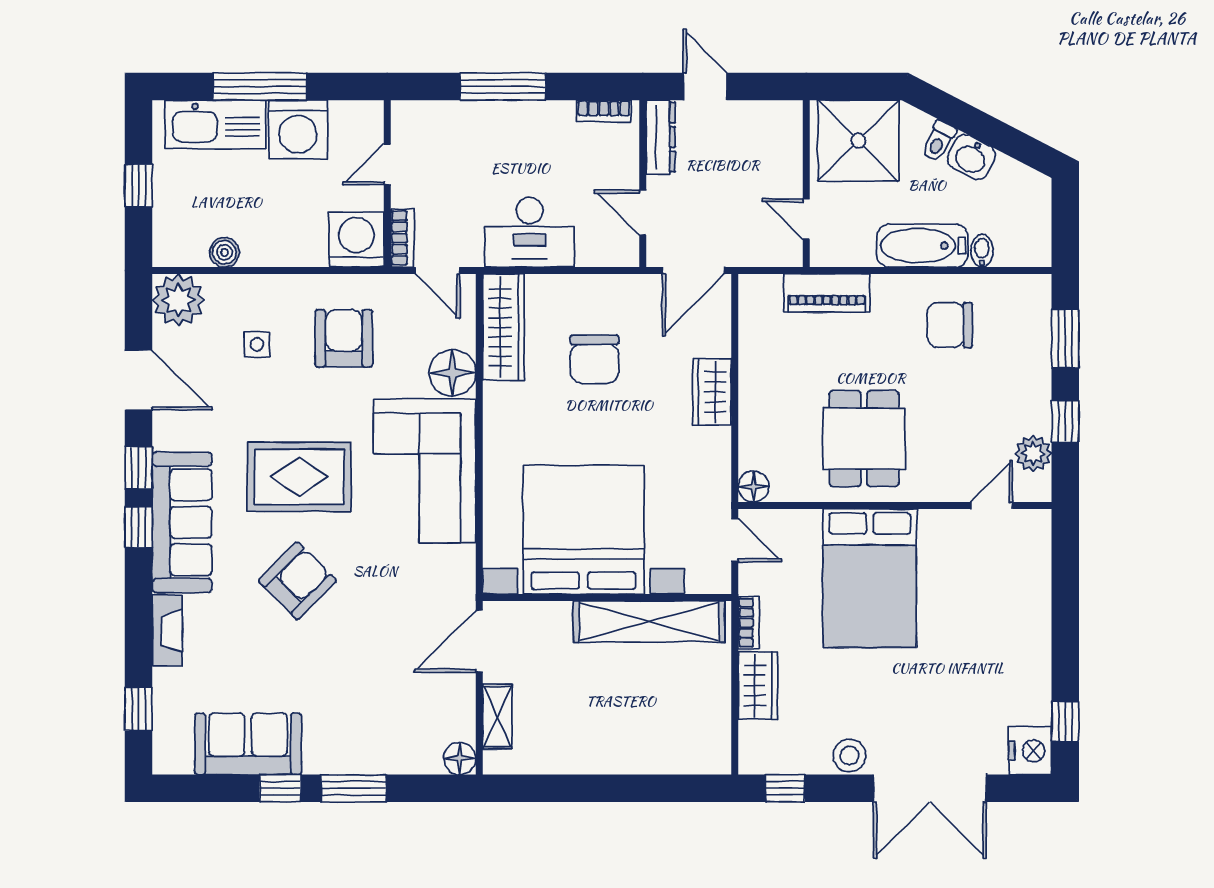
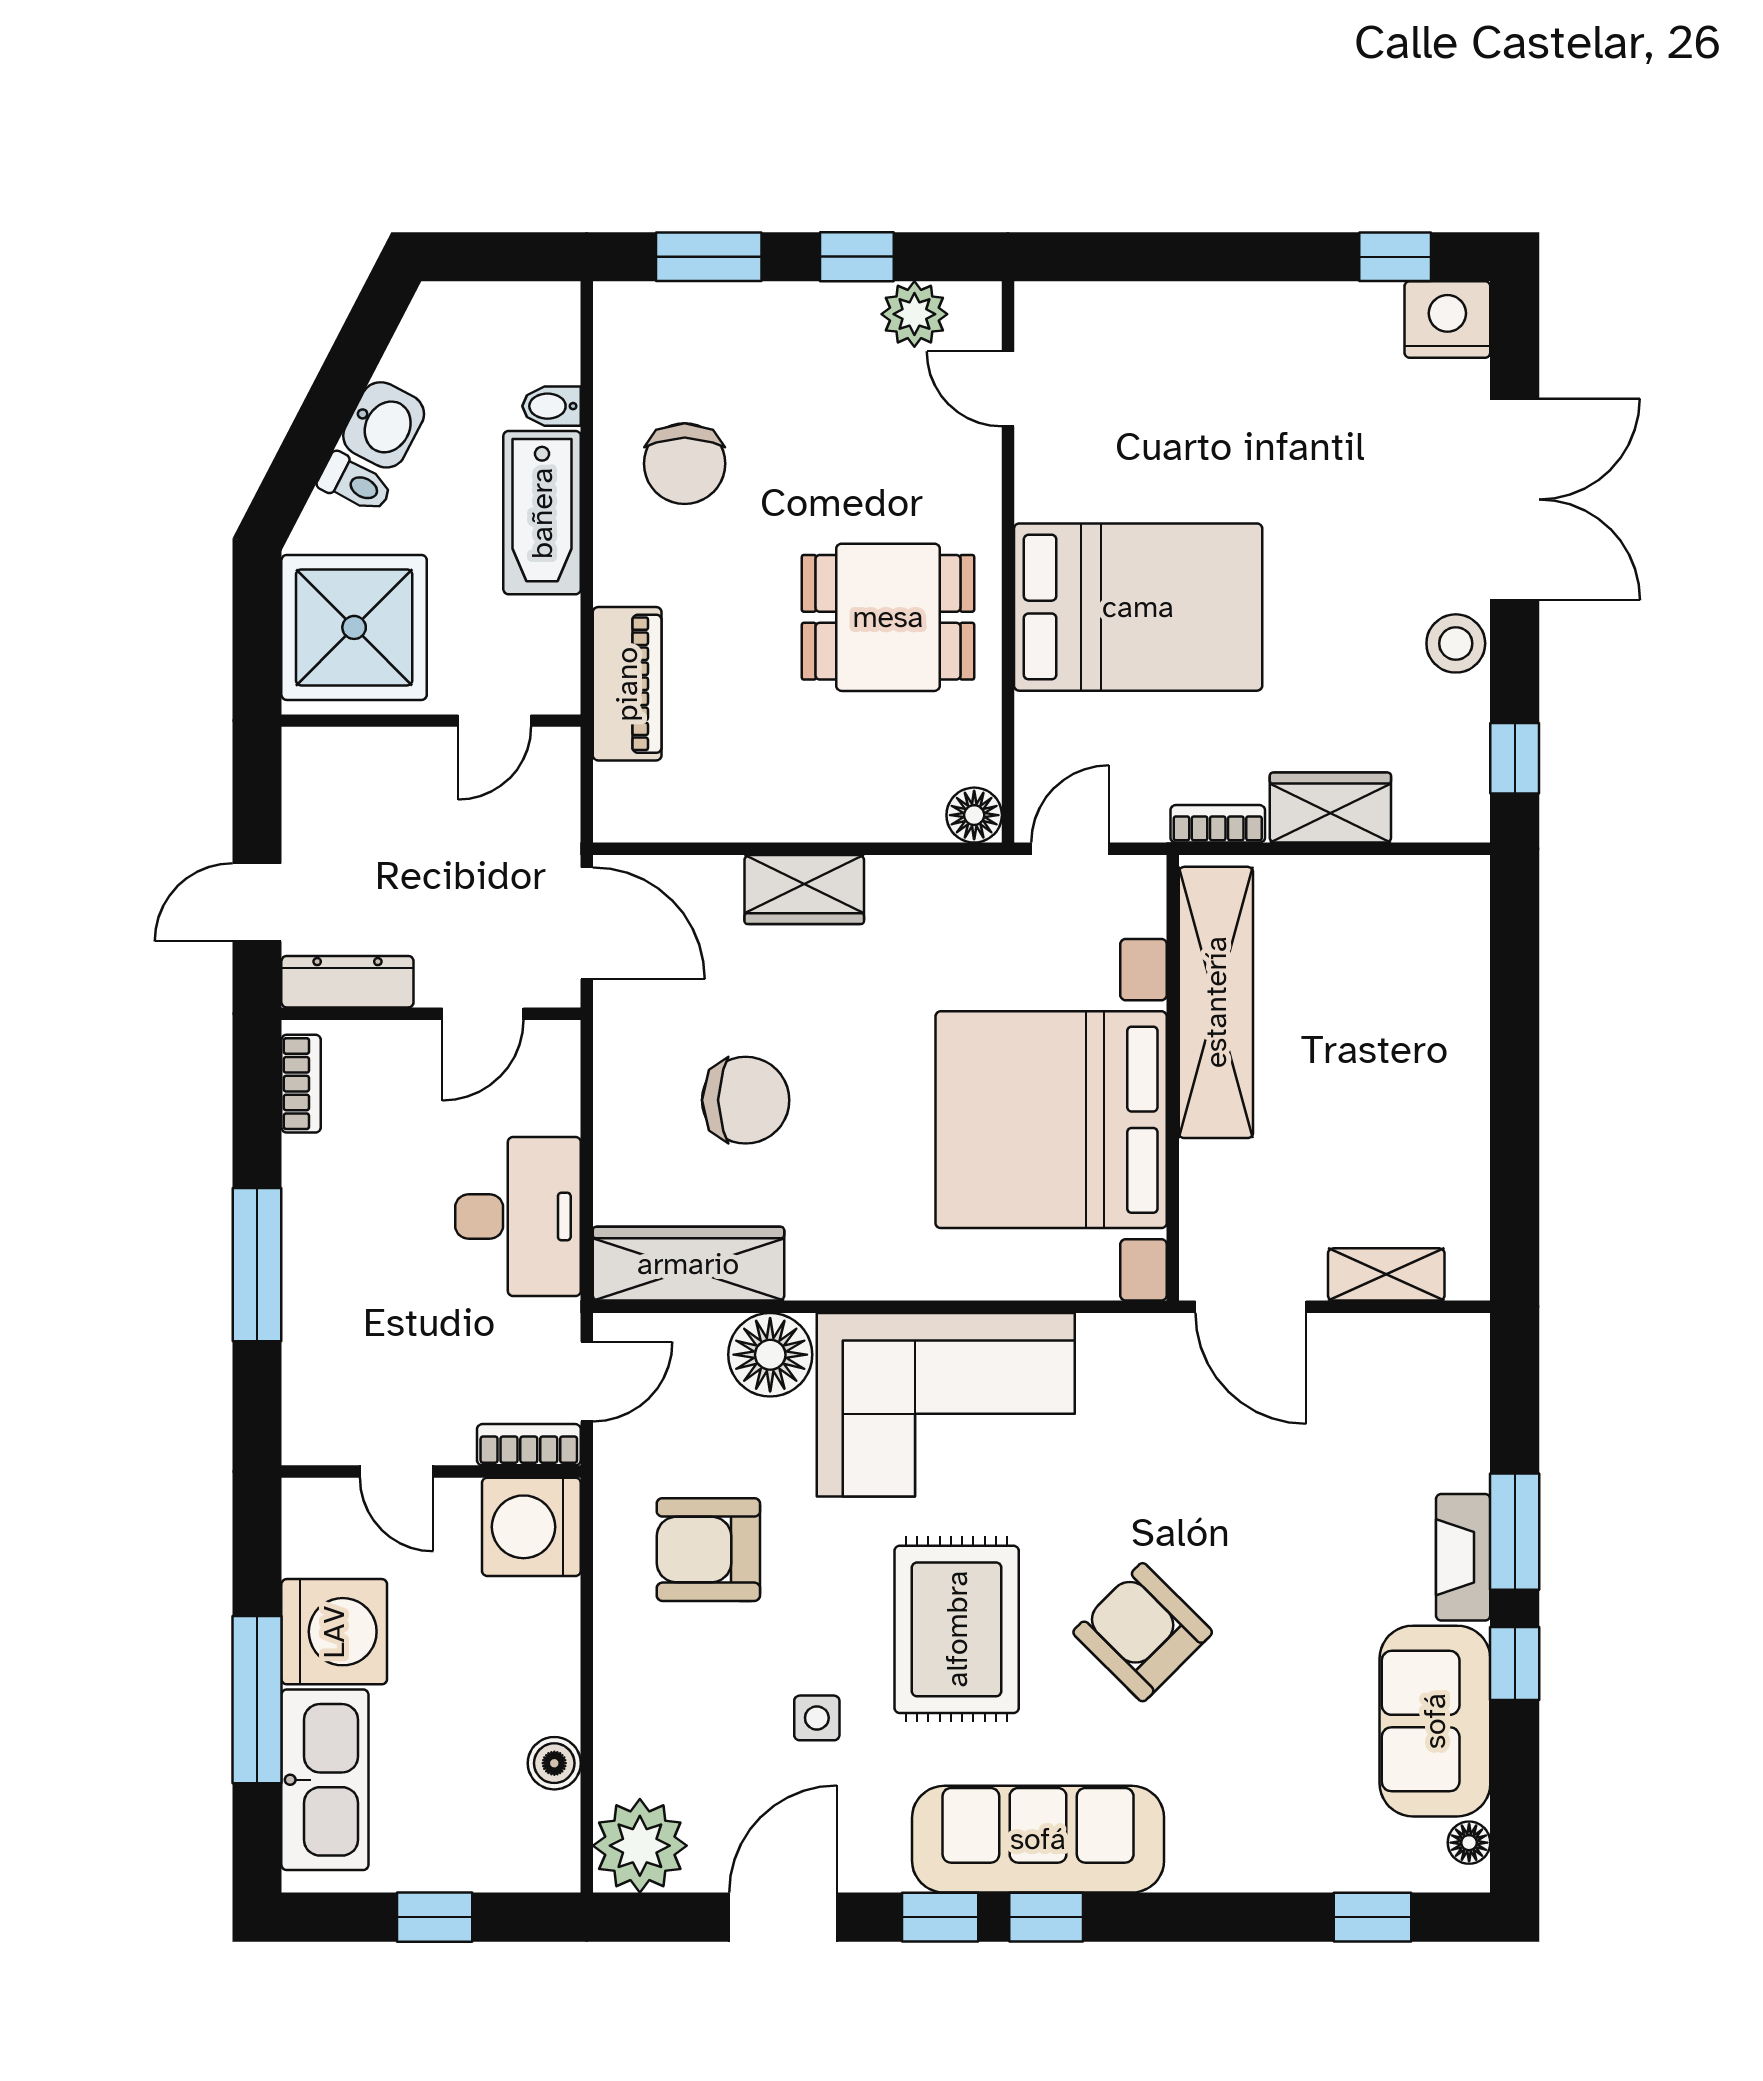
side table: (257, 344) -> (817, 1718), moved
fireplace: (167, 631) -> (1463, 1557), moved, turned -90
floor lamp: (460, 758) -> (1469, 1843), moved, width x0.73, depth x0.73

